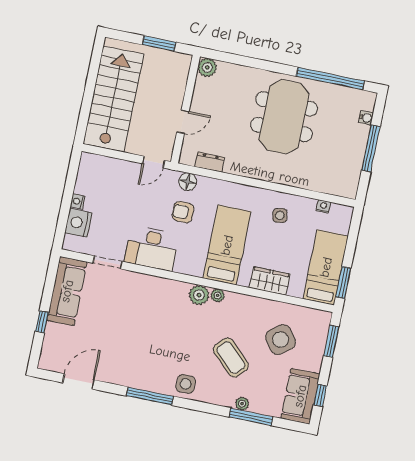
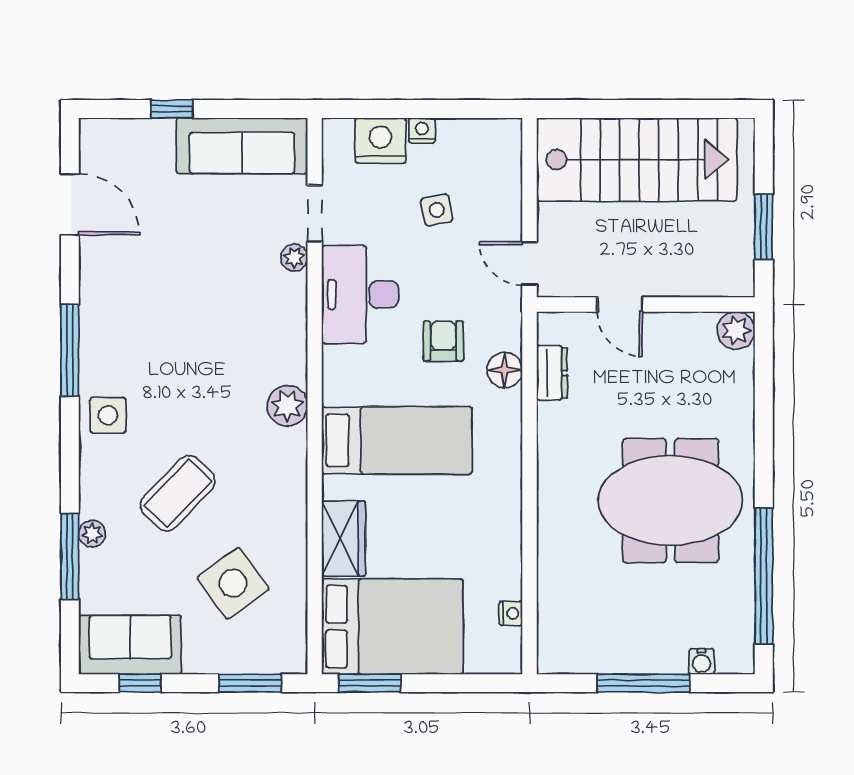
floor lamp: (188, 182) -> (505, 370), moved
side table: (280, 215) -> (437, 210), moved
bed: (326, 267) -> (392, 627), width x1.50
plant: (218, 295) -> (294, 258), moved

